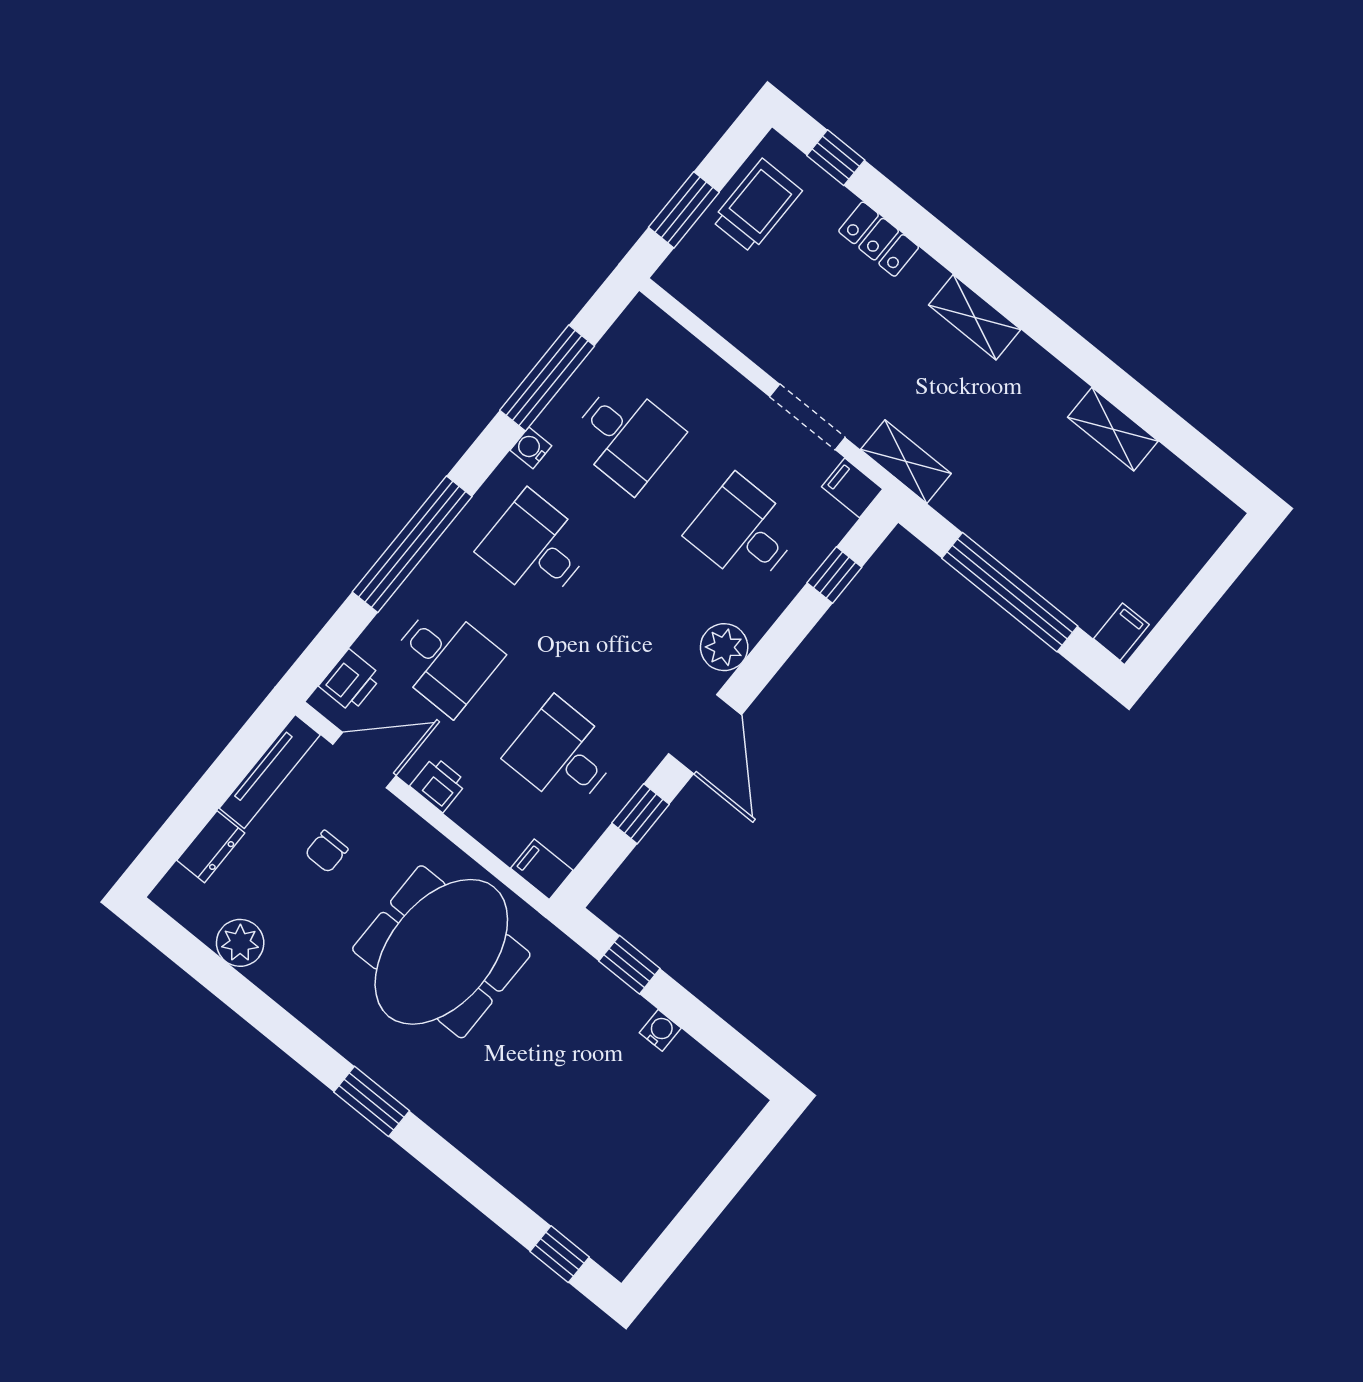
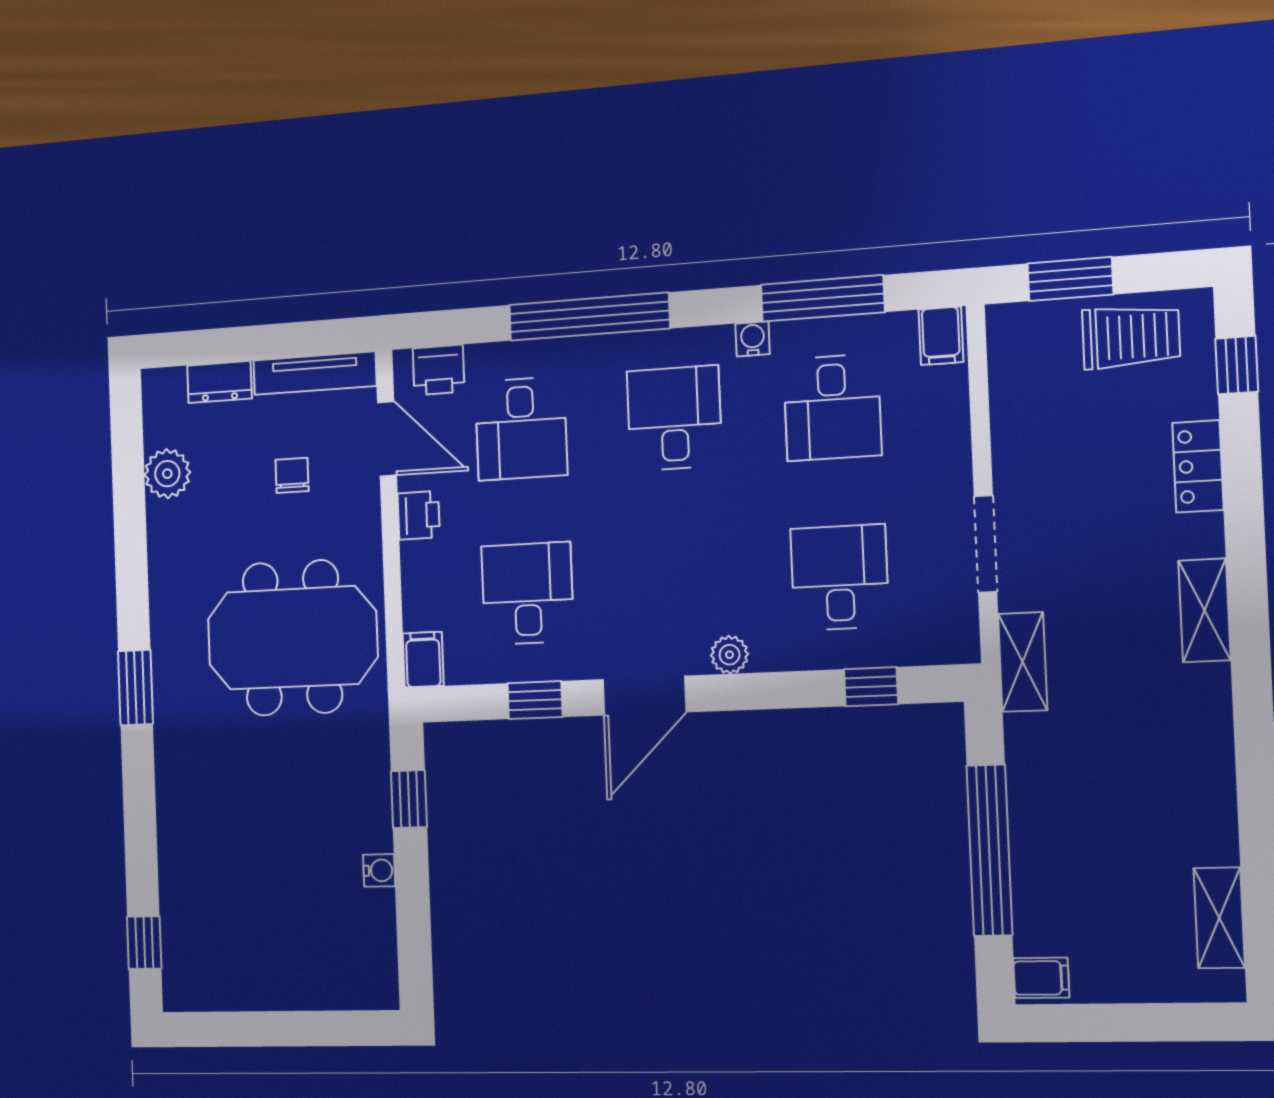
shelving: (1113, 429) -> (1219, 918), moved
filing cabinet: (852, 488) -> (941, 336), moved, turned 180
plant: (724, 647) -> (730, 655), width x0.73, depth x0.73
chair: (327, 851) -> (292, 475), turned 90

